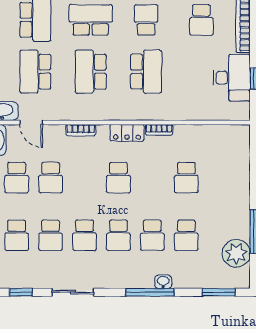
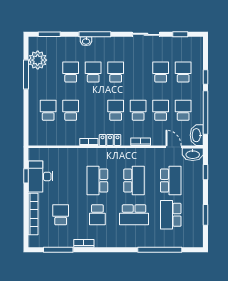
school desk: (220, 178) -> (48, 110), added
school desk: (84, 235) -> (138, 110), moved

